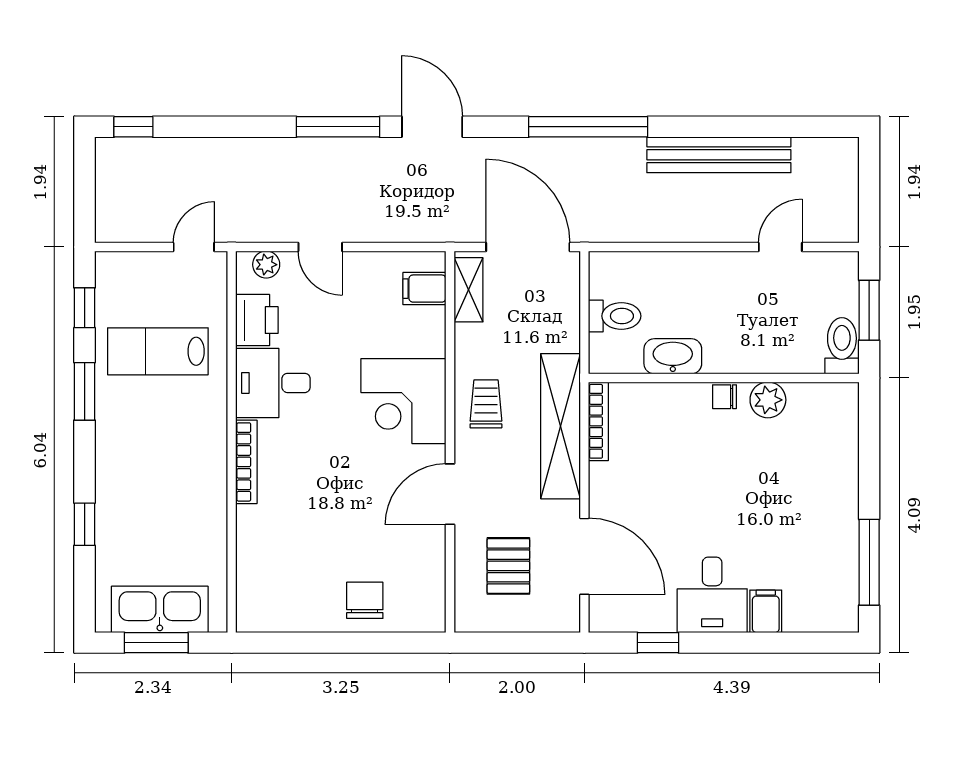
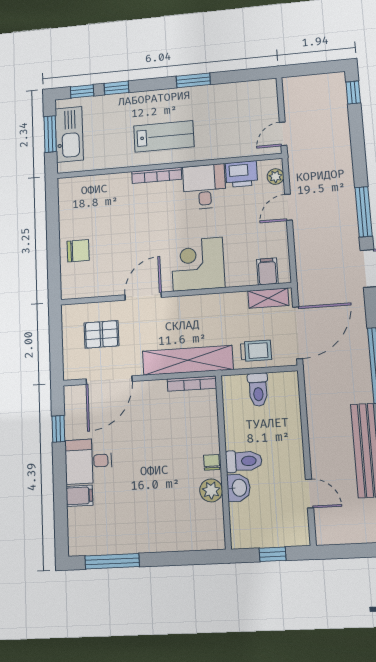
door: (194, 247) -> (283, 134), swing flipped
window: (85, 308) -> (82, 91), moved
window: (869, 310) -> (273, 554), width x0.67
toilet: (842, 346) -> (244, 461), moved
lab bench: (158, 351) -> (164, 136), moved, turned 90
washbasin: (673, 356) -> (239, 488), moved, width x0.72
trolley: (486, 404) -> (256, 351), moved
door: (450, 494) -> (143, 296), hinge flipped

